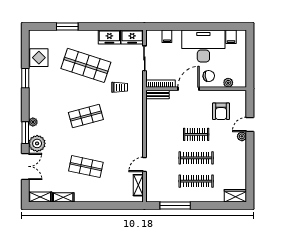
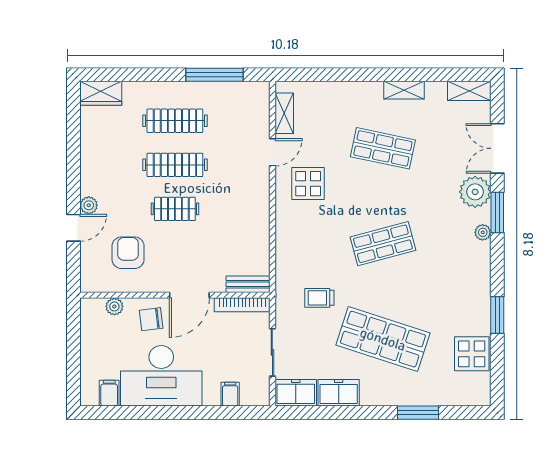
display table: (126, 148) -> (308, 184), added
shelving: (63, 197) -> (404, 90), moved

